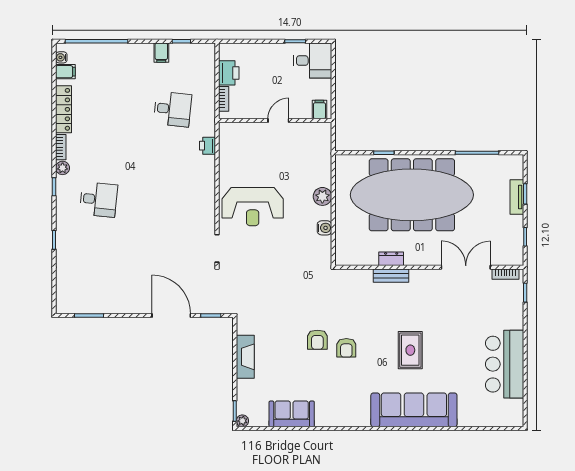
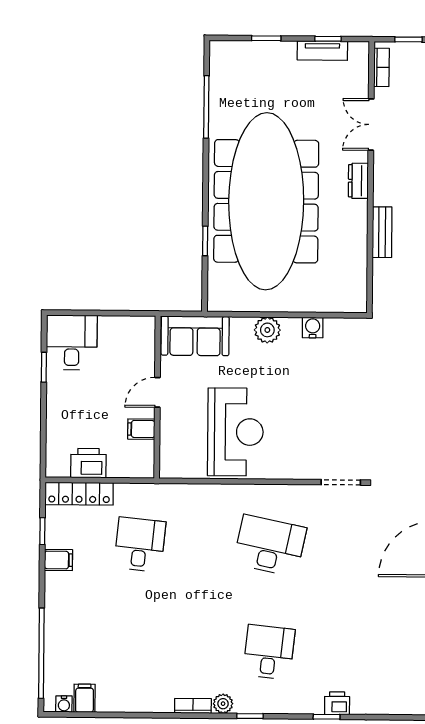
bookcase: (224, 99) -> (126, 471), removed
locker: (64, 109) -> (79, 494), moved, turned 180
filing cabinet: (319, 109) -> (141, 429), moved
door: (278, 120) -> (157, 392), hinge flipped
printer: (208, 146) -> (337, 703), moved, turned 180
sofa: (318, 146) -> (195, 336), added
tv unit: (517, 197) -> (322, 51), moved
desk: (173, 199) -> (270, 546), added
reception desk: (253, 207) -> (235, 432), moved
dresser: (391, 259) -> (358, 181), moved
double door: (466, 267) -> (371, 125), width x0.73

